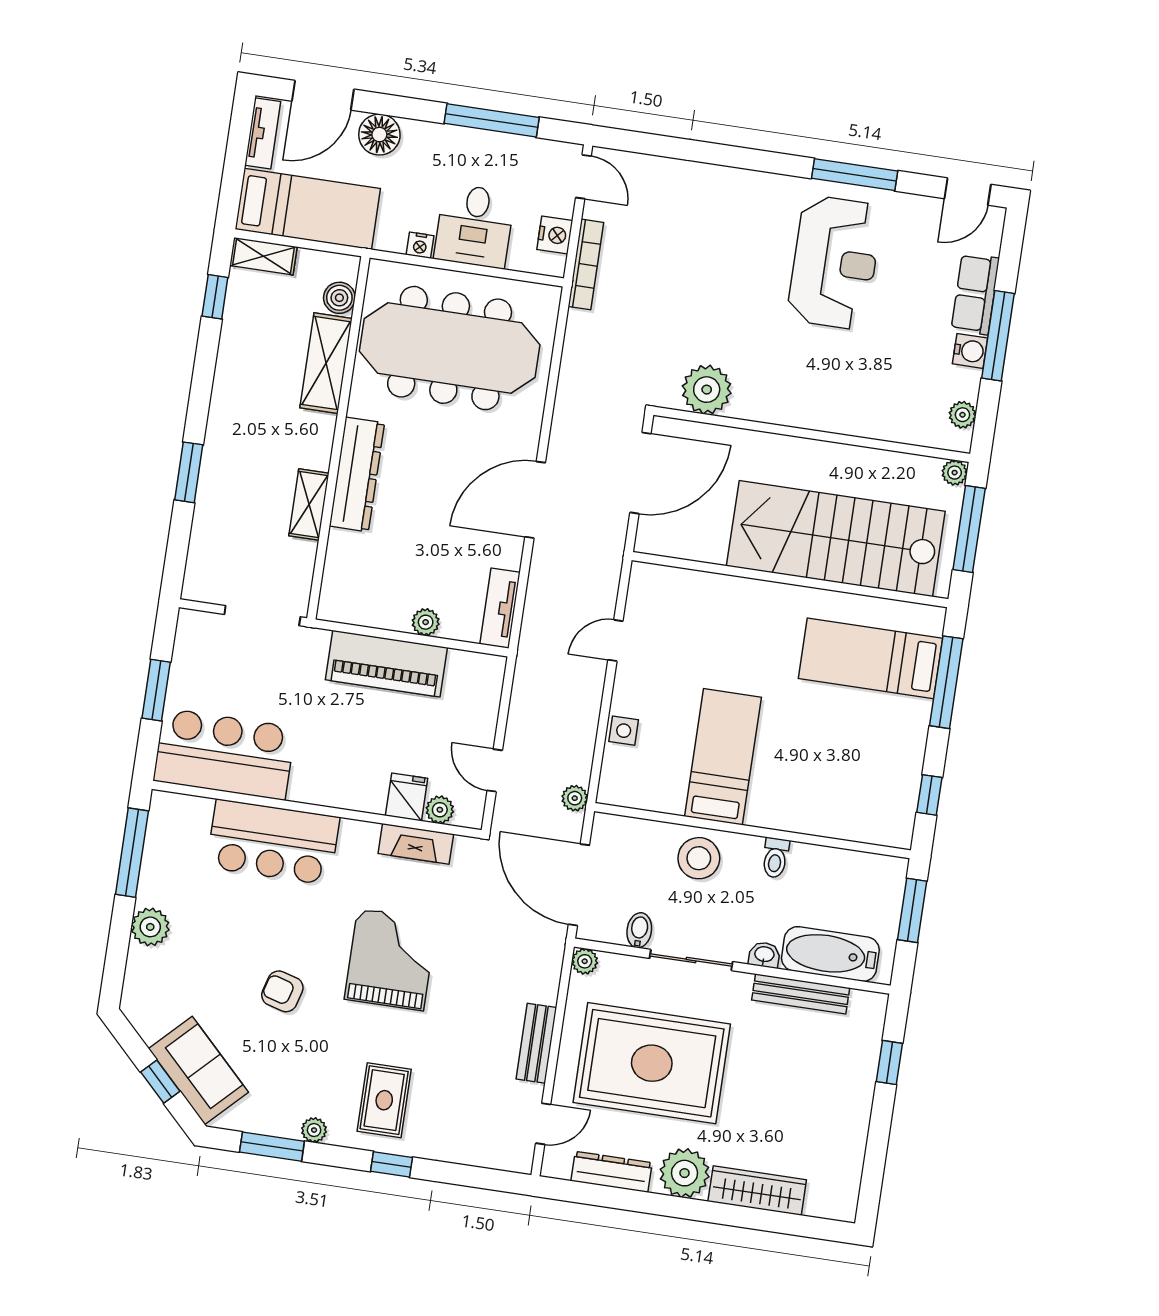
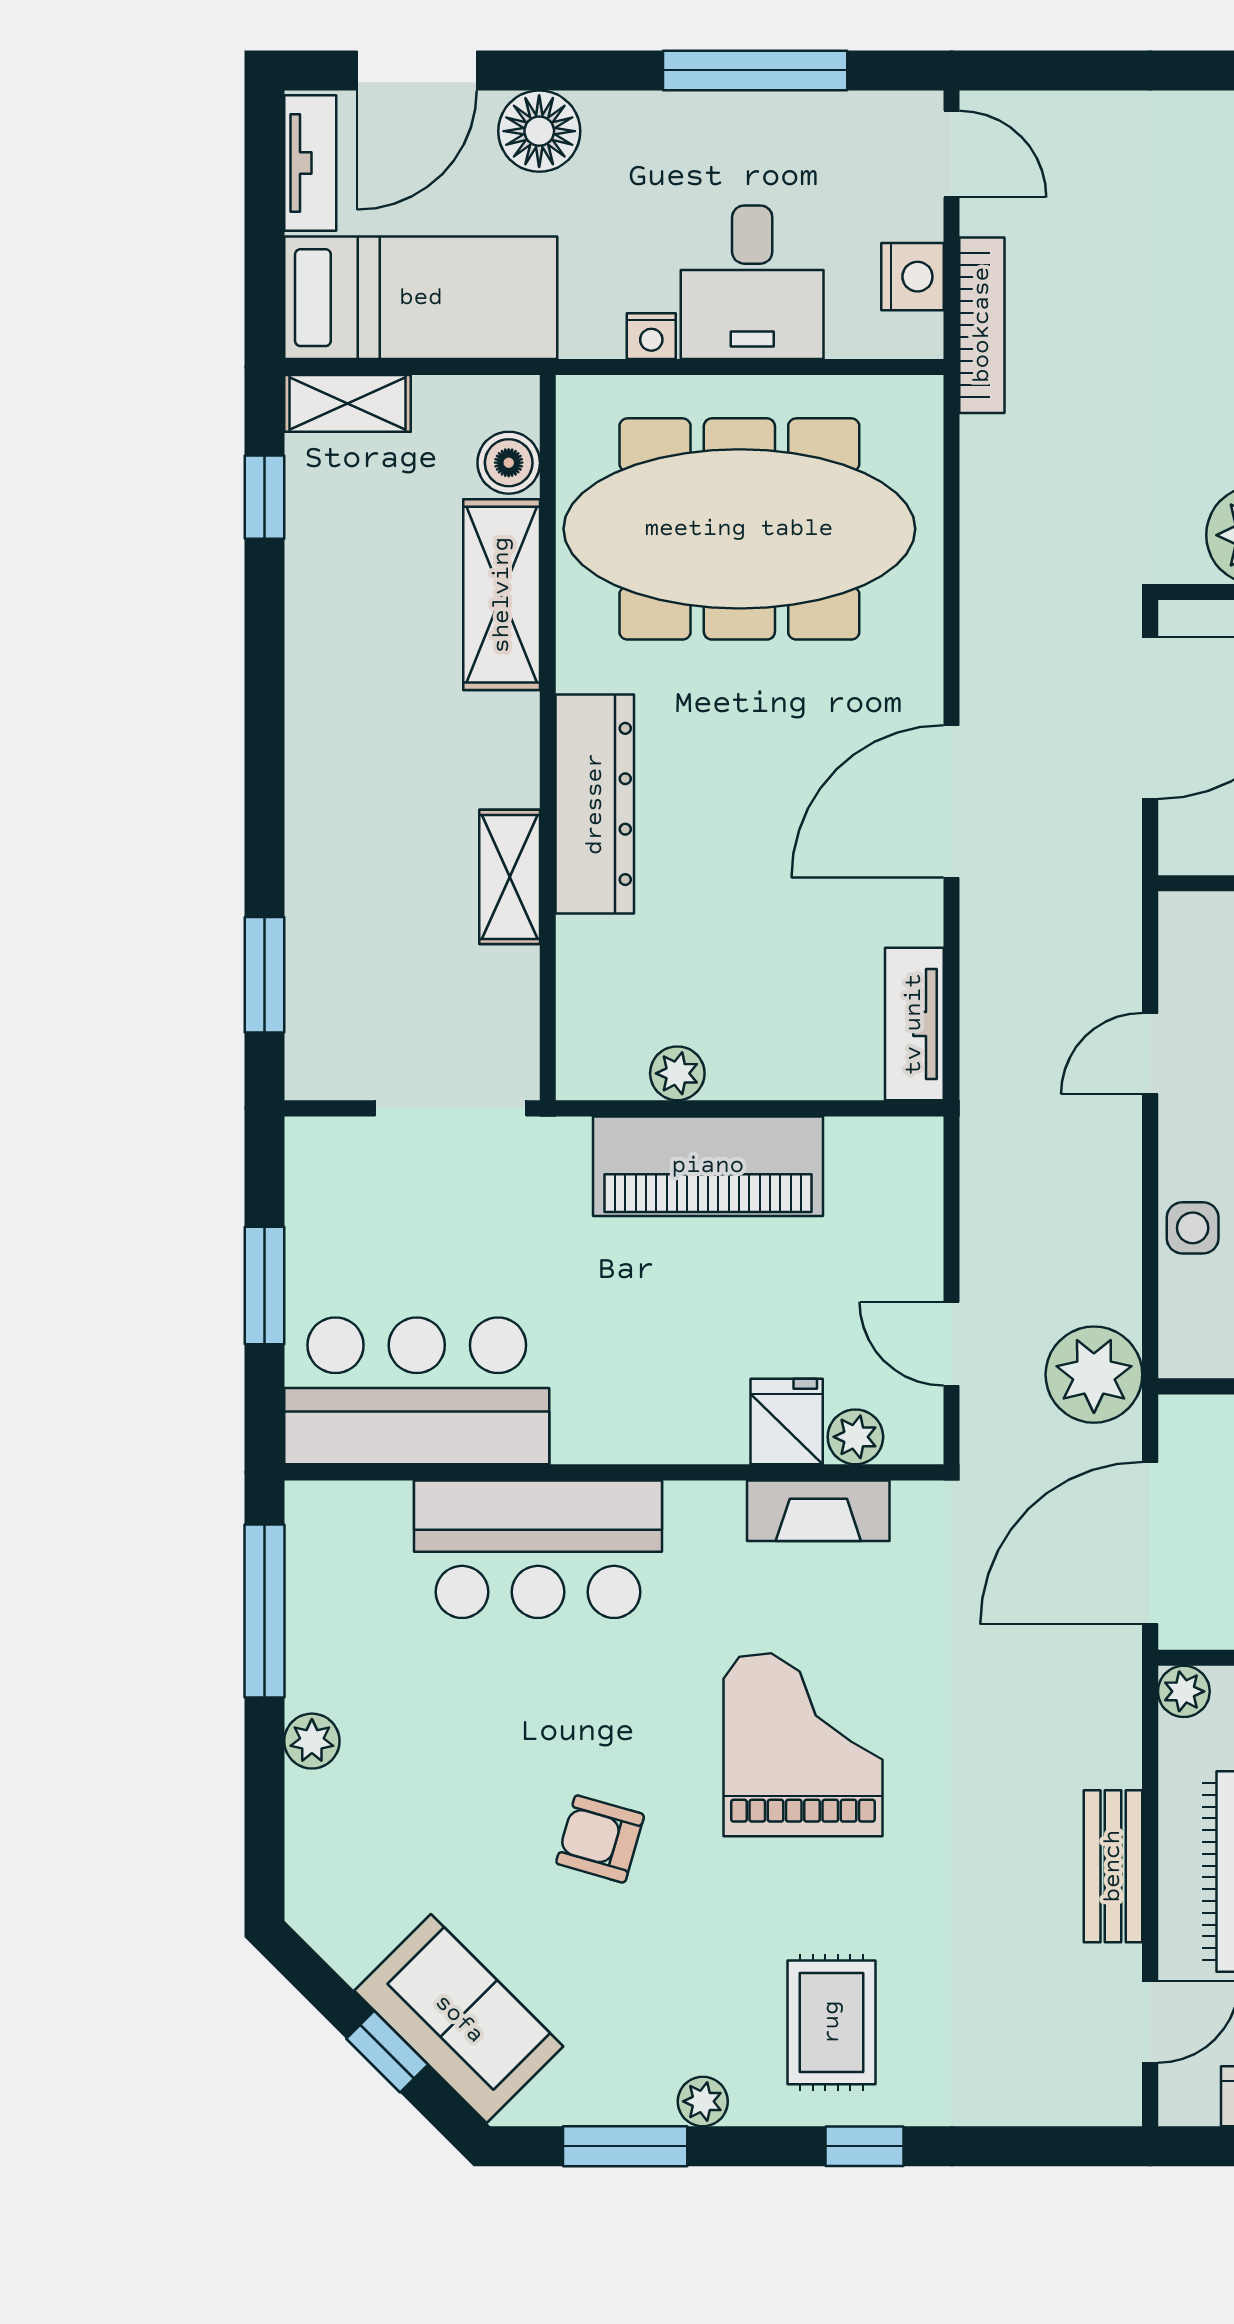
window: (189, 472) -> (264, 975), moved
plant: (426, 622) -> (677, 1073), moved
plant: (575, 798) -> (1094, 1375), width x1.87, depth x1.87
door: (579, 885) -> (1150, 1543), hinge flipped
plant: (150, 927) -> (312, 1741), width x0.73, depth x0.73

